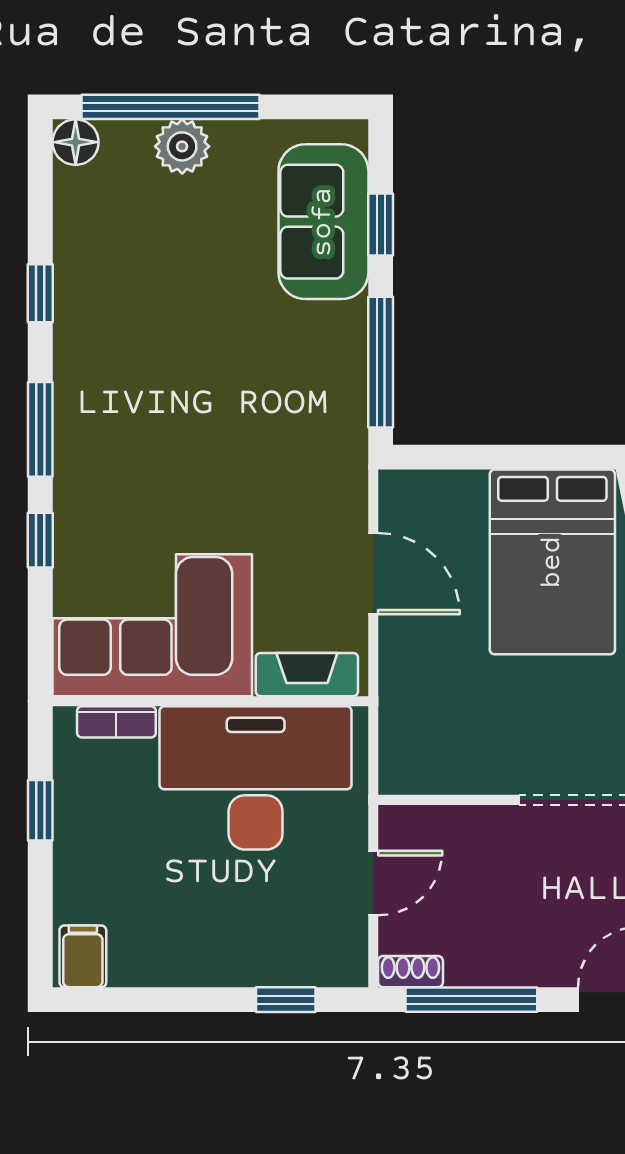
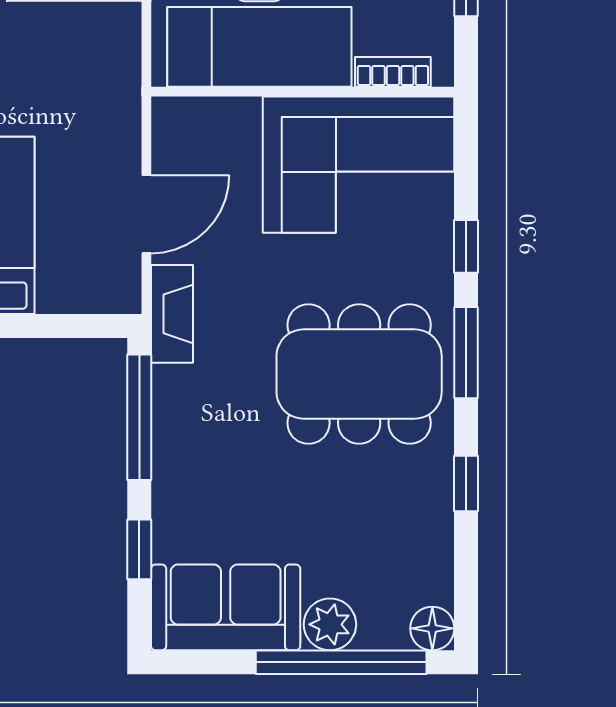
sofa: (323, 222) -> (226, 607), moved, turned -90
dining table: (152, 407) -> (359, 374), added
door: (373, 574) -> (146, 214), swing flipped
fireplace: (307, 675) -> (172, 314), moved, turned -90

